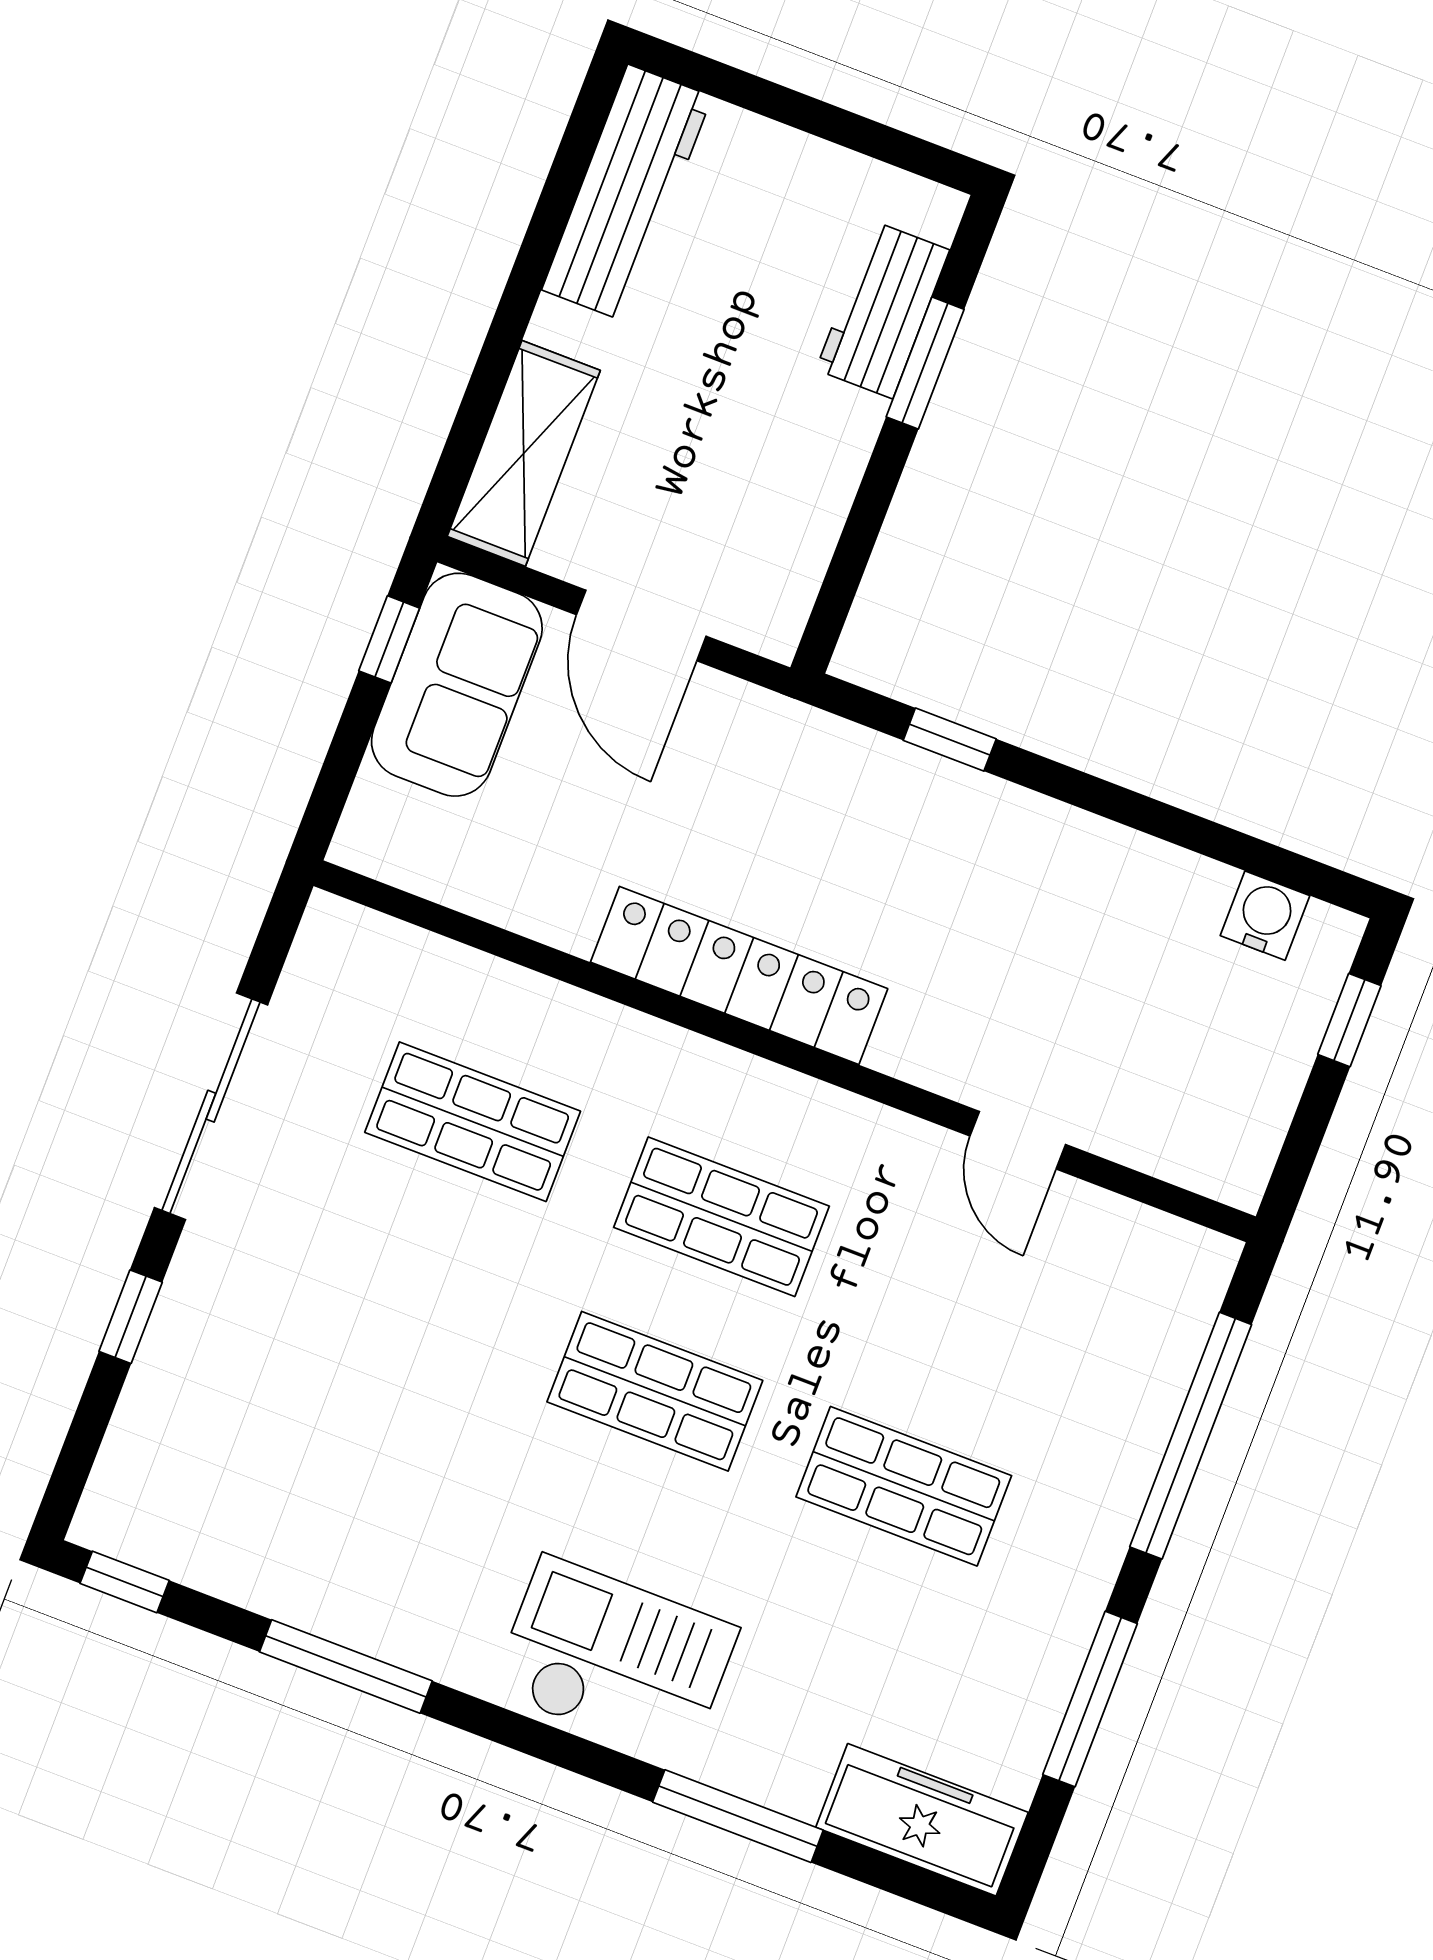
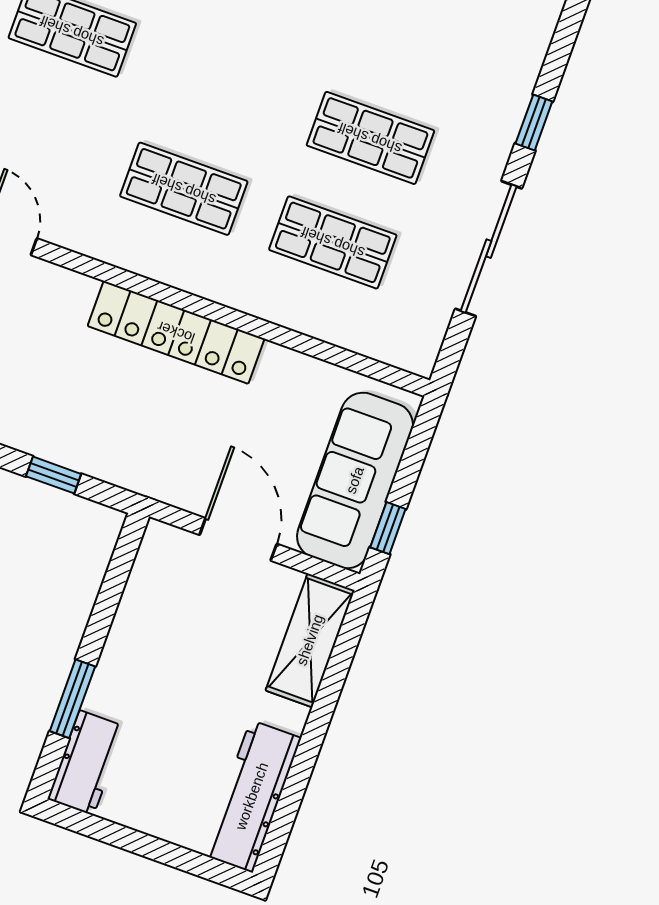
workbench: (883, 310) -> (86, 763), moved
sofa: (457, 685) -> (355, 480), width x1.36
shop shelf: (655, 1391) -> (370, 138), moved

